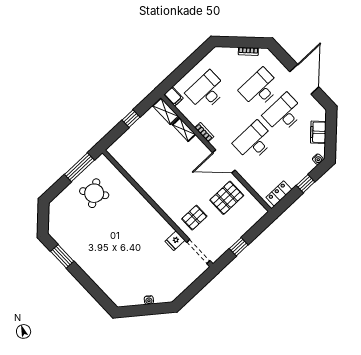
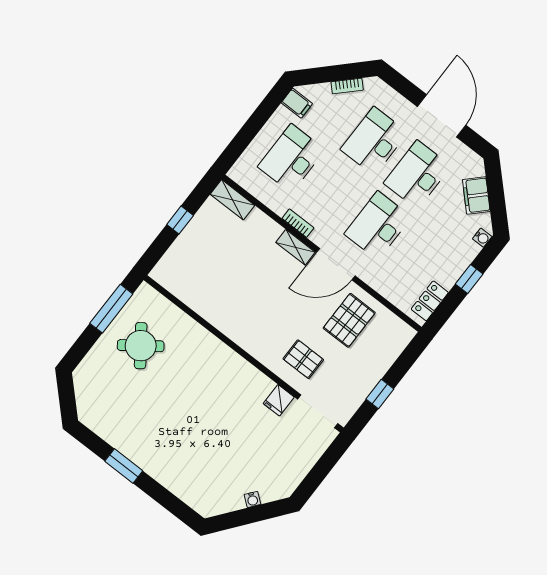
filing cabinet: (174, 96) -> (297, 103), moved
shelving: (184, 130) -> (295, 247), moved
pallet: (194, 218) -> (303, 359), turned 90
window: (62, 256) -> (124, 466), moved

